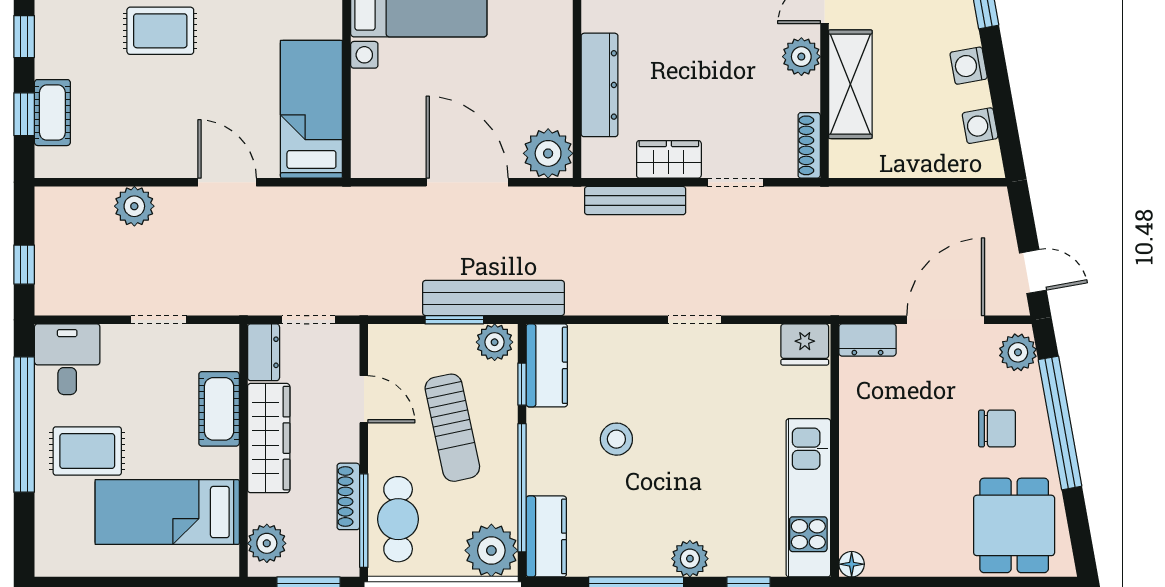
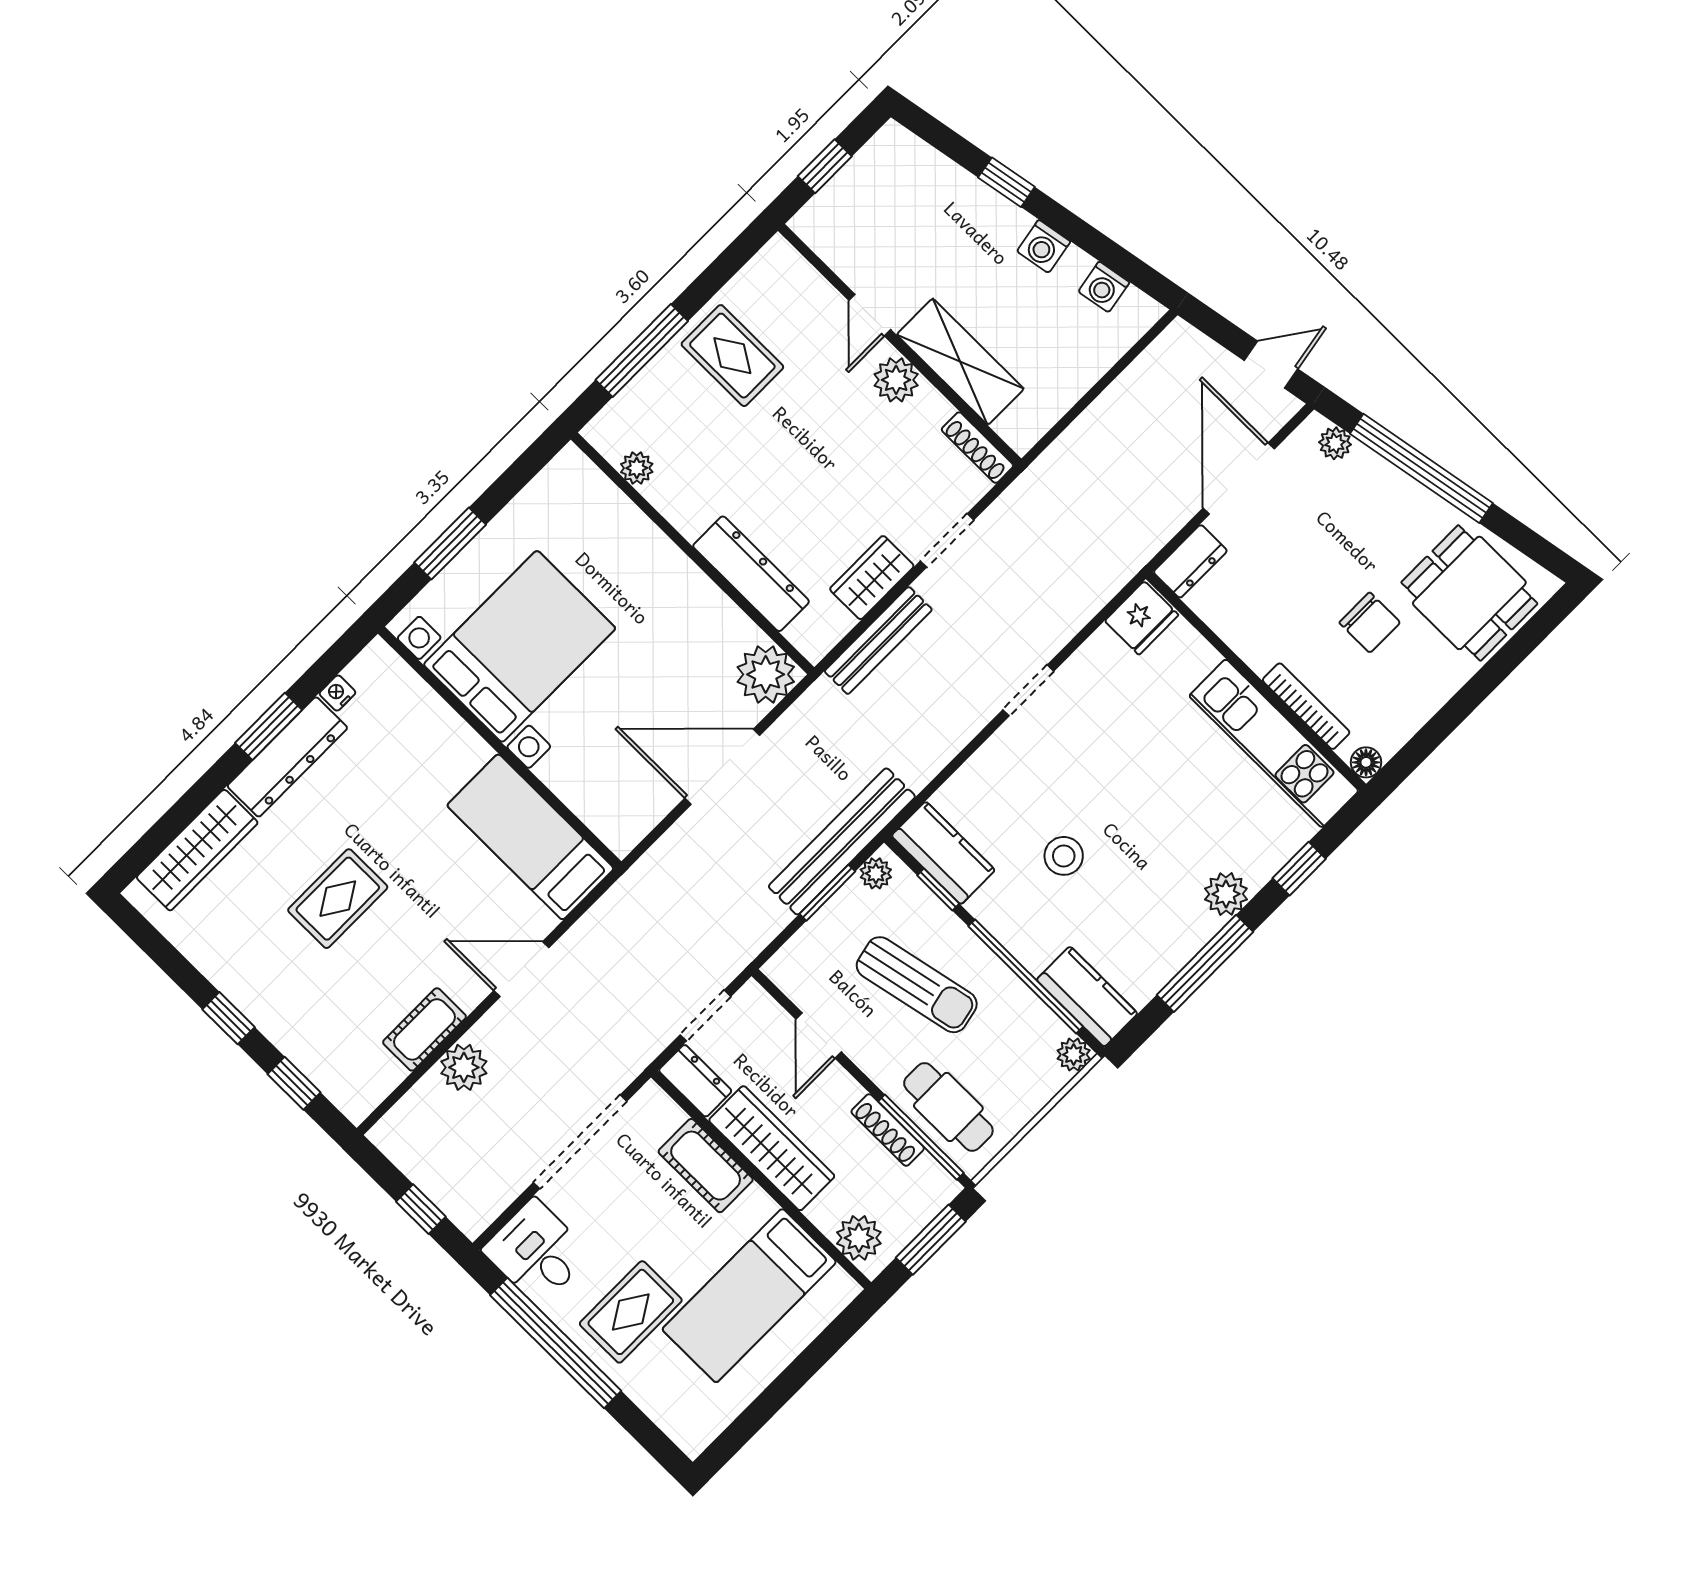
cot: (52, 113) -> (424, 1029), moved, turned 90
doorway: (159, 320) -> (580, 1142), width x1.87
plant: (495, 342) -> (876, 873), width x0.73, depth x0.73
plant: (1018, 352) -> (1335, 443), width x0.73, depth x0.73
door: (364, 399) -> (819, 1036), swing flipped
chair: (997, 429) -> (1370, 623), moved, turned 90
bookcase: (850, 495) -> (1306, 706), added
plant: (491, 550) -> (1074, 1055), width x0.53, depth x0.53

